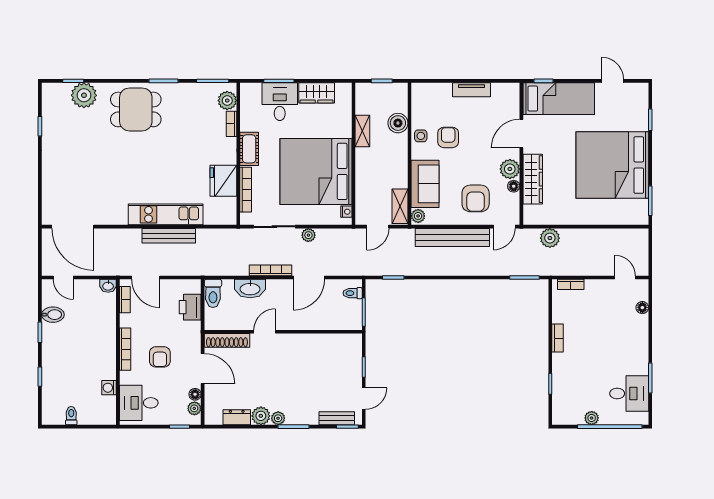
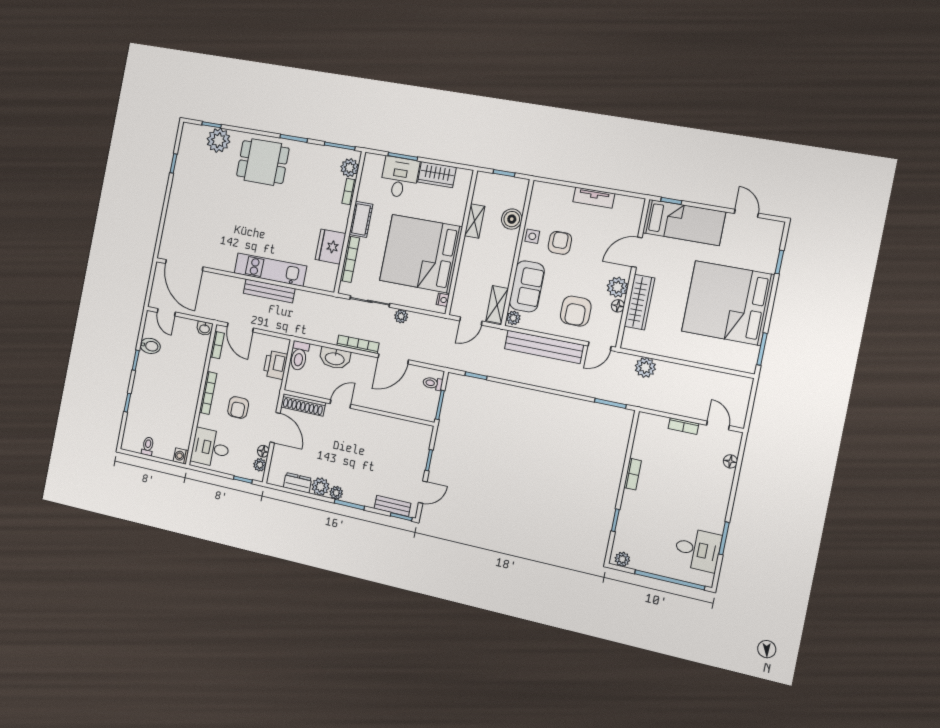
bookcase: (571, 284) -> (683, 426), moved
washing machine: (109, 388) -> (181, 456), moved
plant: (592, 418) -> (622, 559), moved

